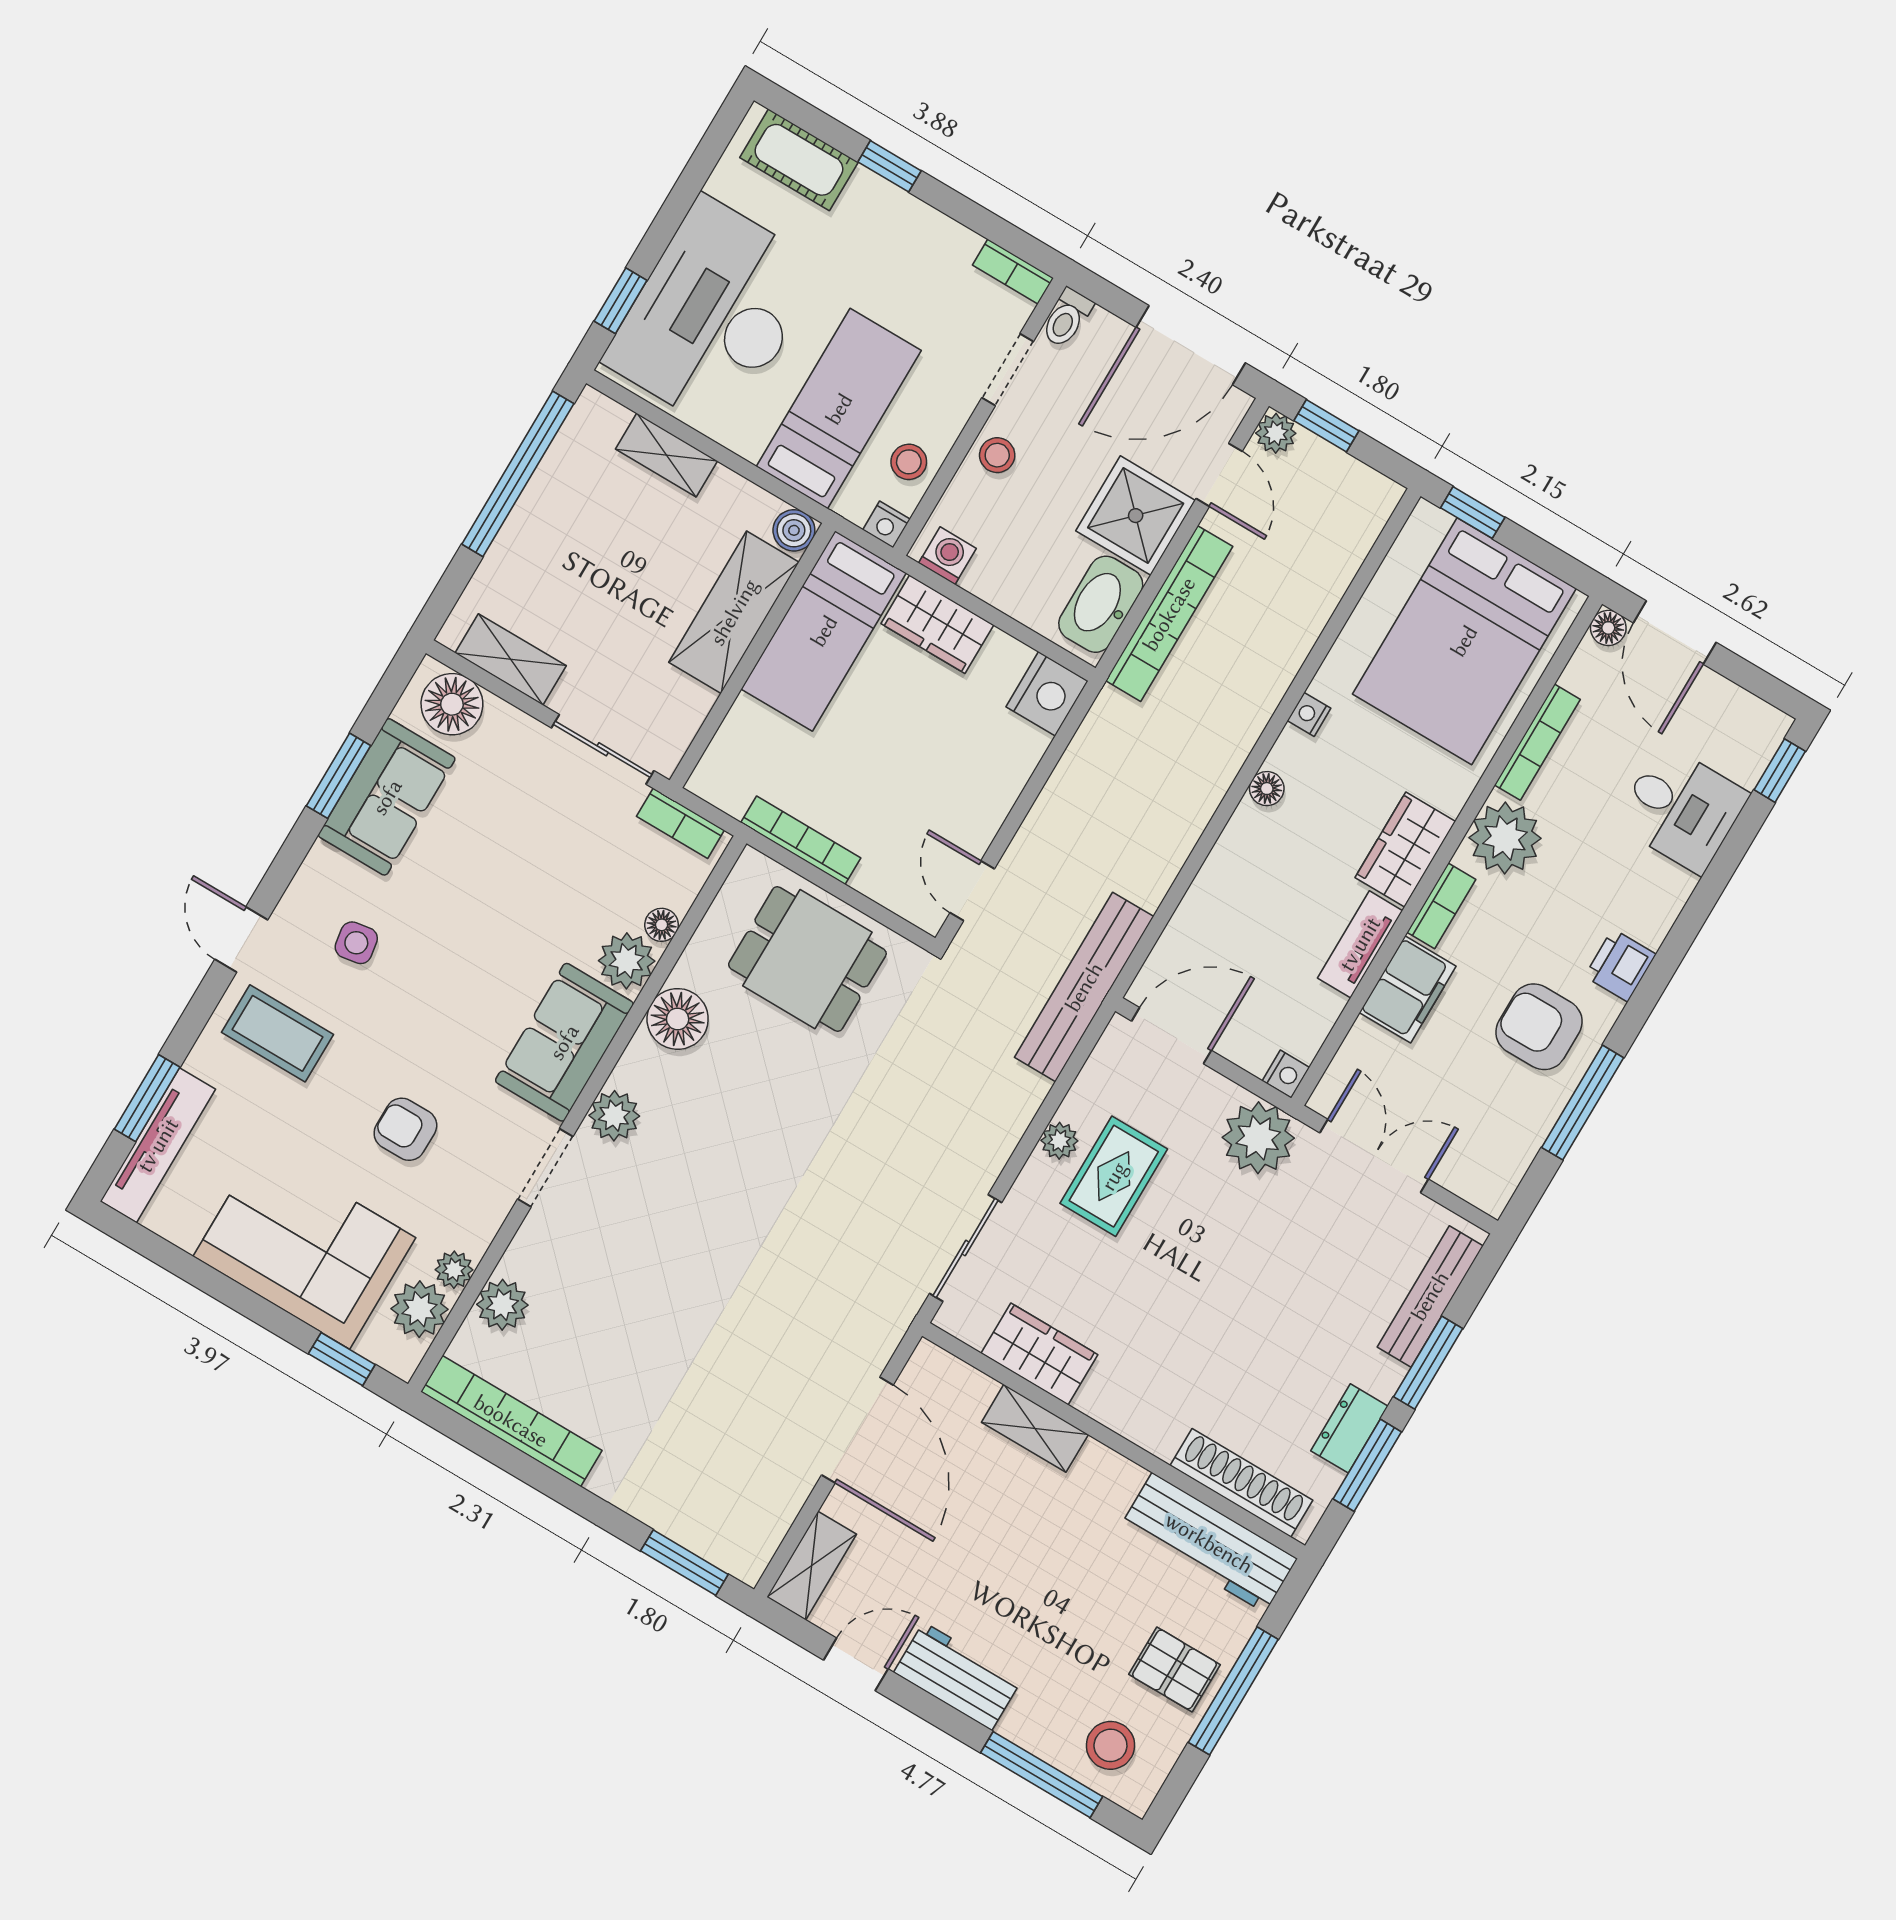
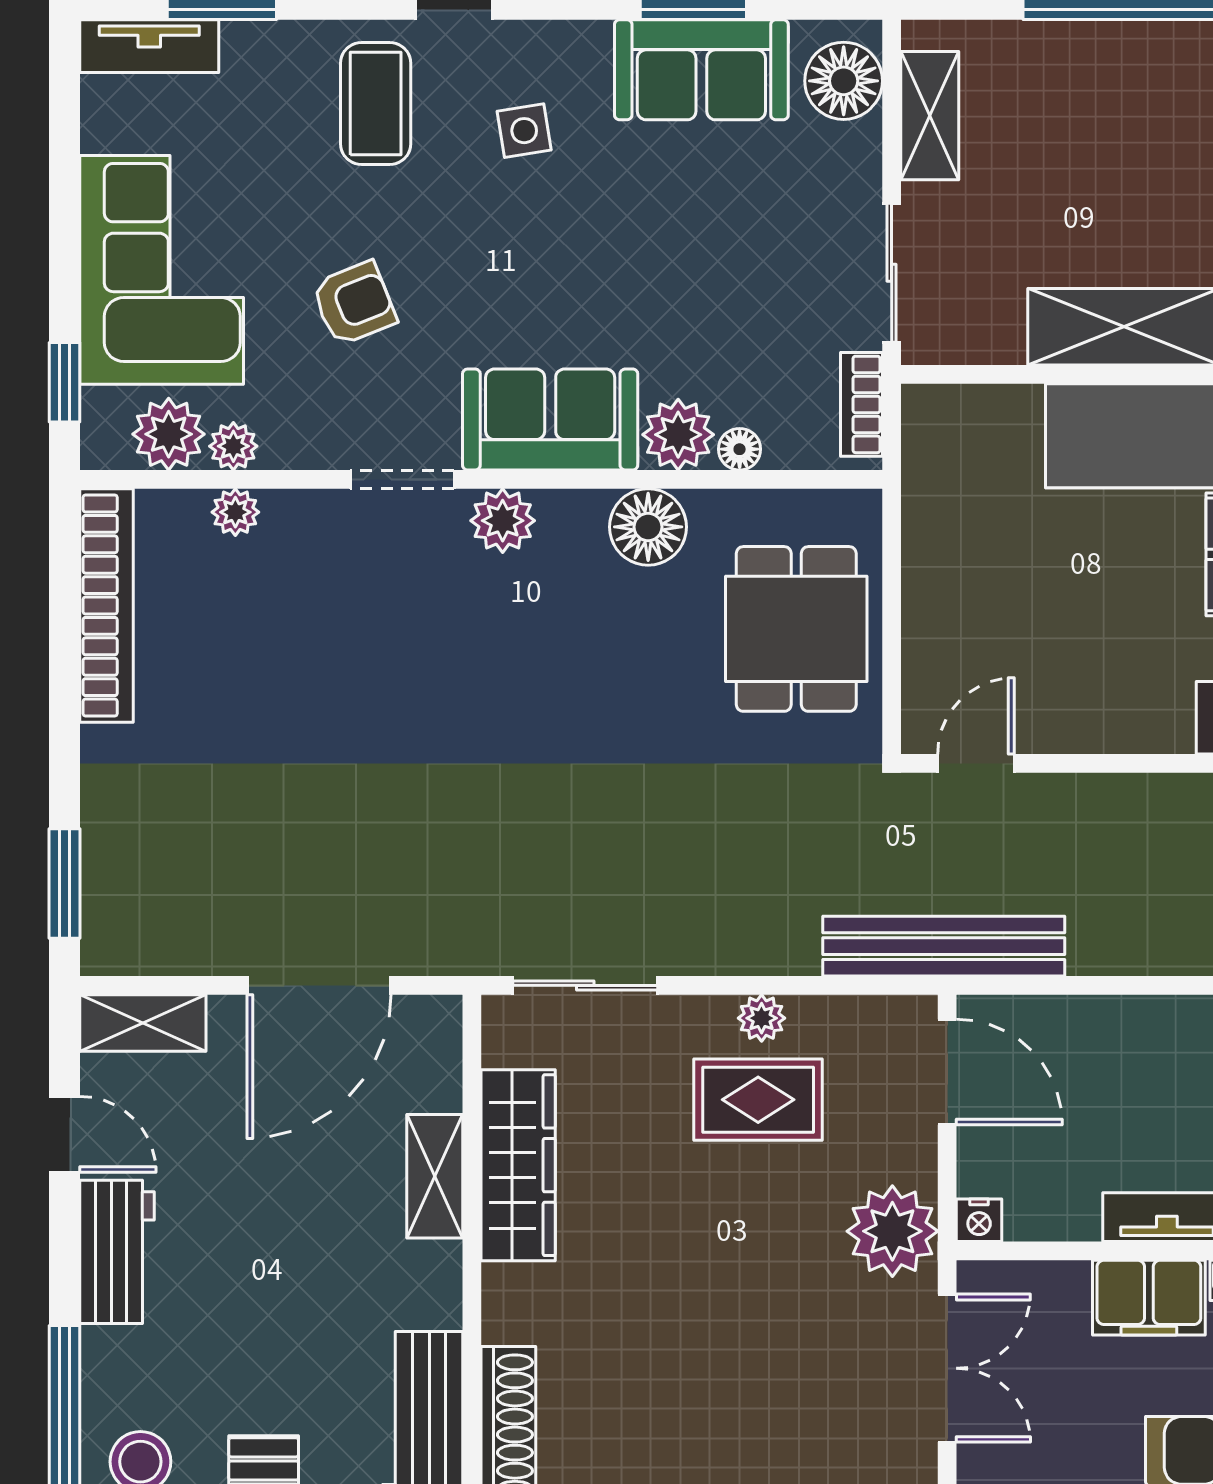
bookcase: (801, 840) -> (920, 545), removed
armchair: (405, 1129) -> (354, 303), turned 68
tv unit: (158, 1145) -> (149, 46), width x0.71
plant: (502, 1305) -> (235, 512), width x0.73, depth x0.73
wardrobe: (1039, 1354) -> (518, 1165), width x1.50

